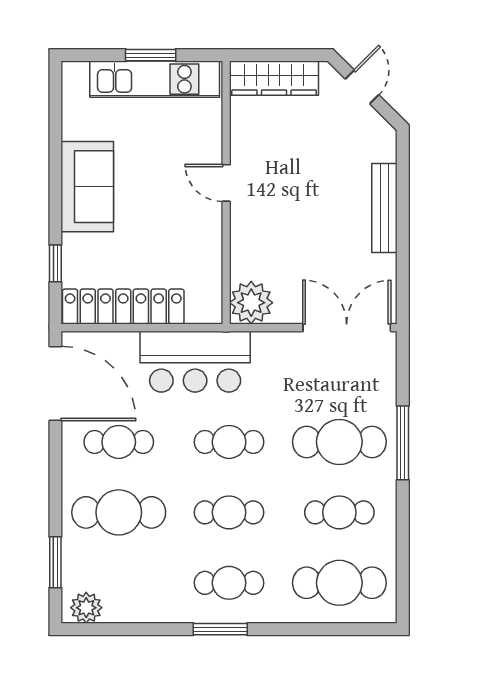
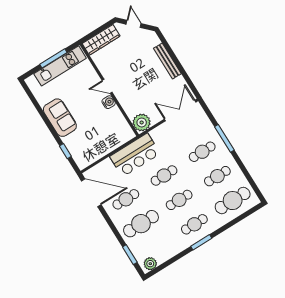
window: (151, 55) -> (53, 58), width x1.44
water cooler: (209, 218) -> (109, 102), added
locker: (123, 307) -> (98, 151), removed
cafe table: (339, 442) -> (202, 152), width x0.73, depth x0.74

